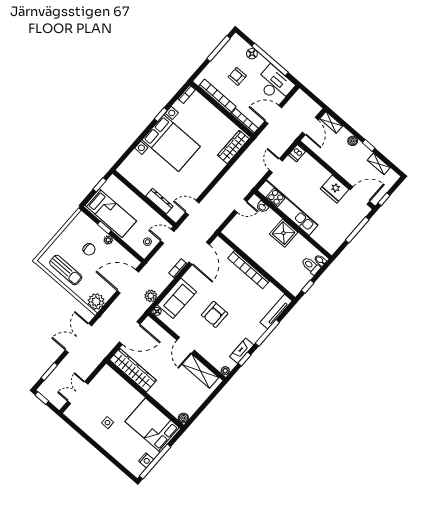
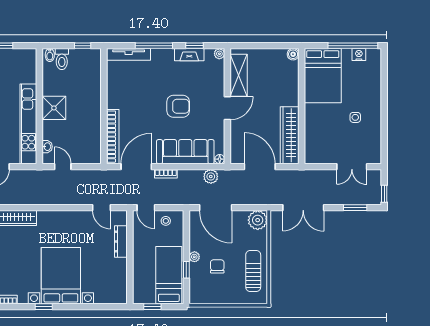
bookcase: (249, 270) -> (113, 137), moved
sofa: (177, 298) -> (185, 152), width x1.36

